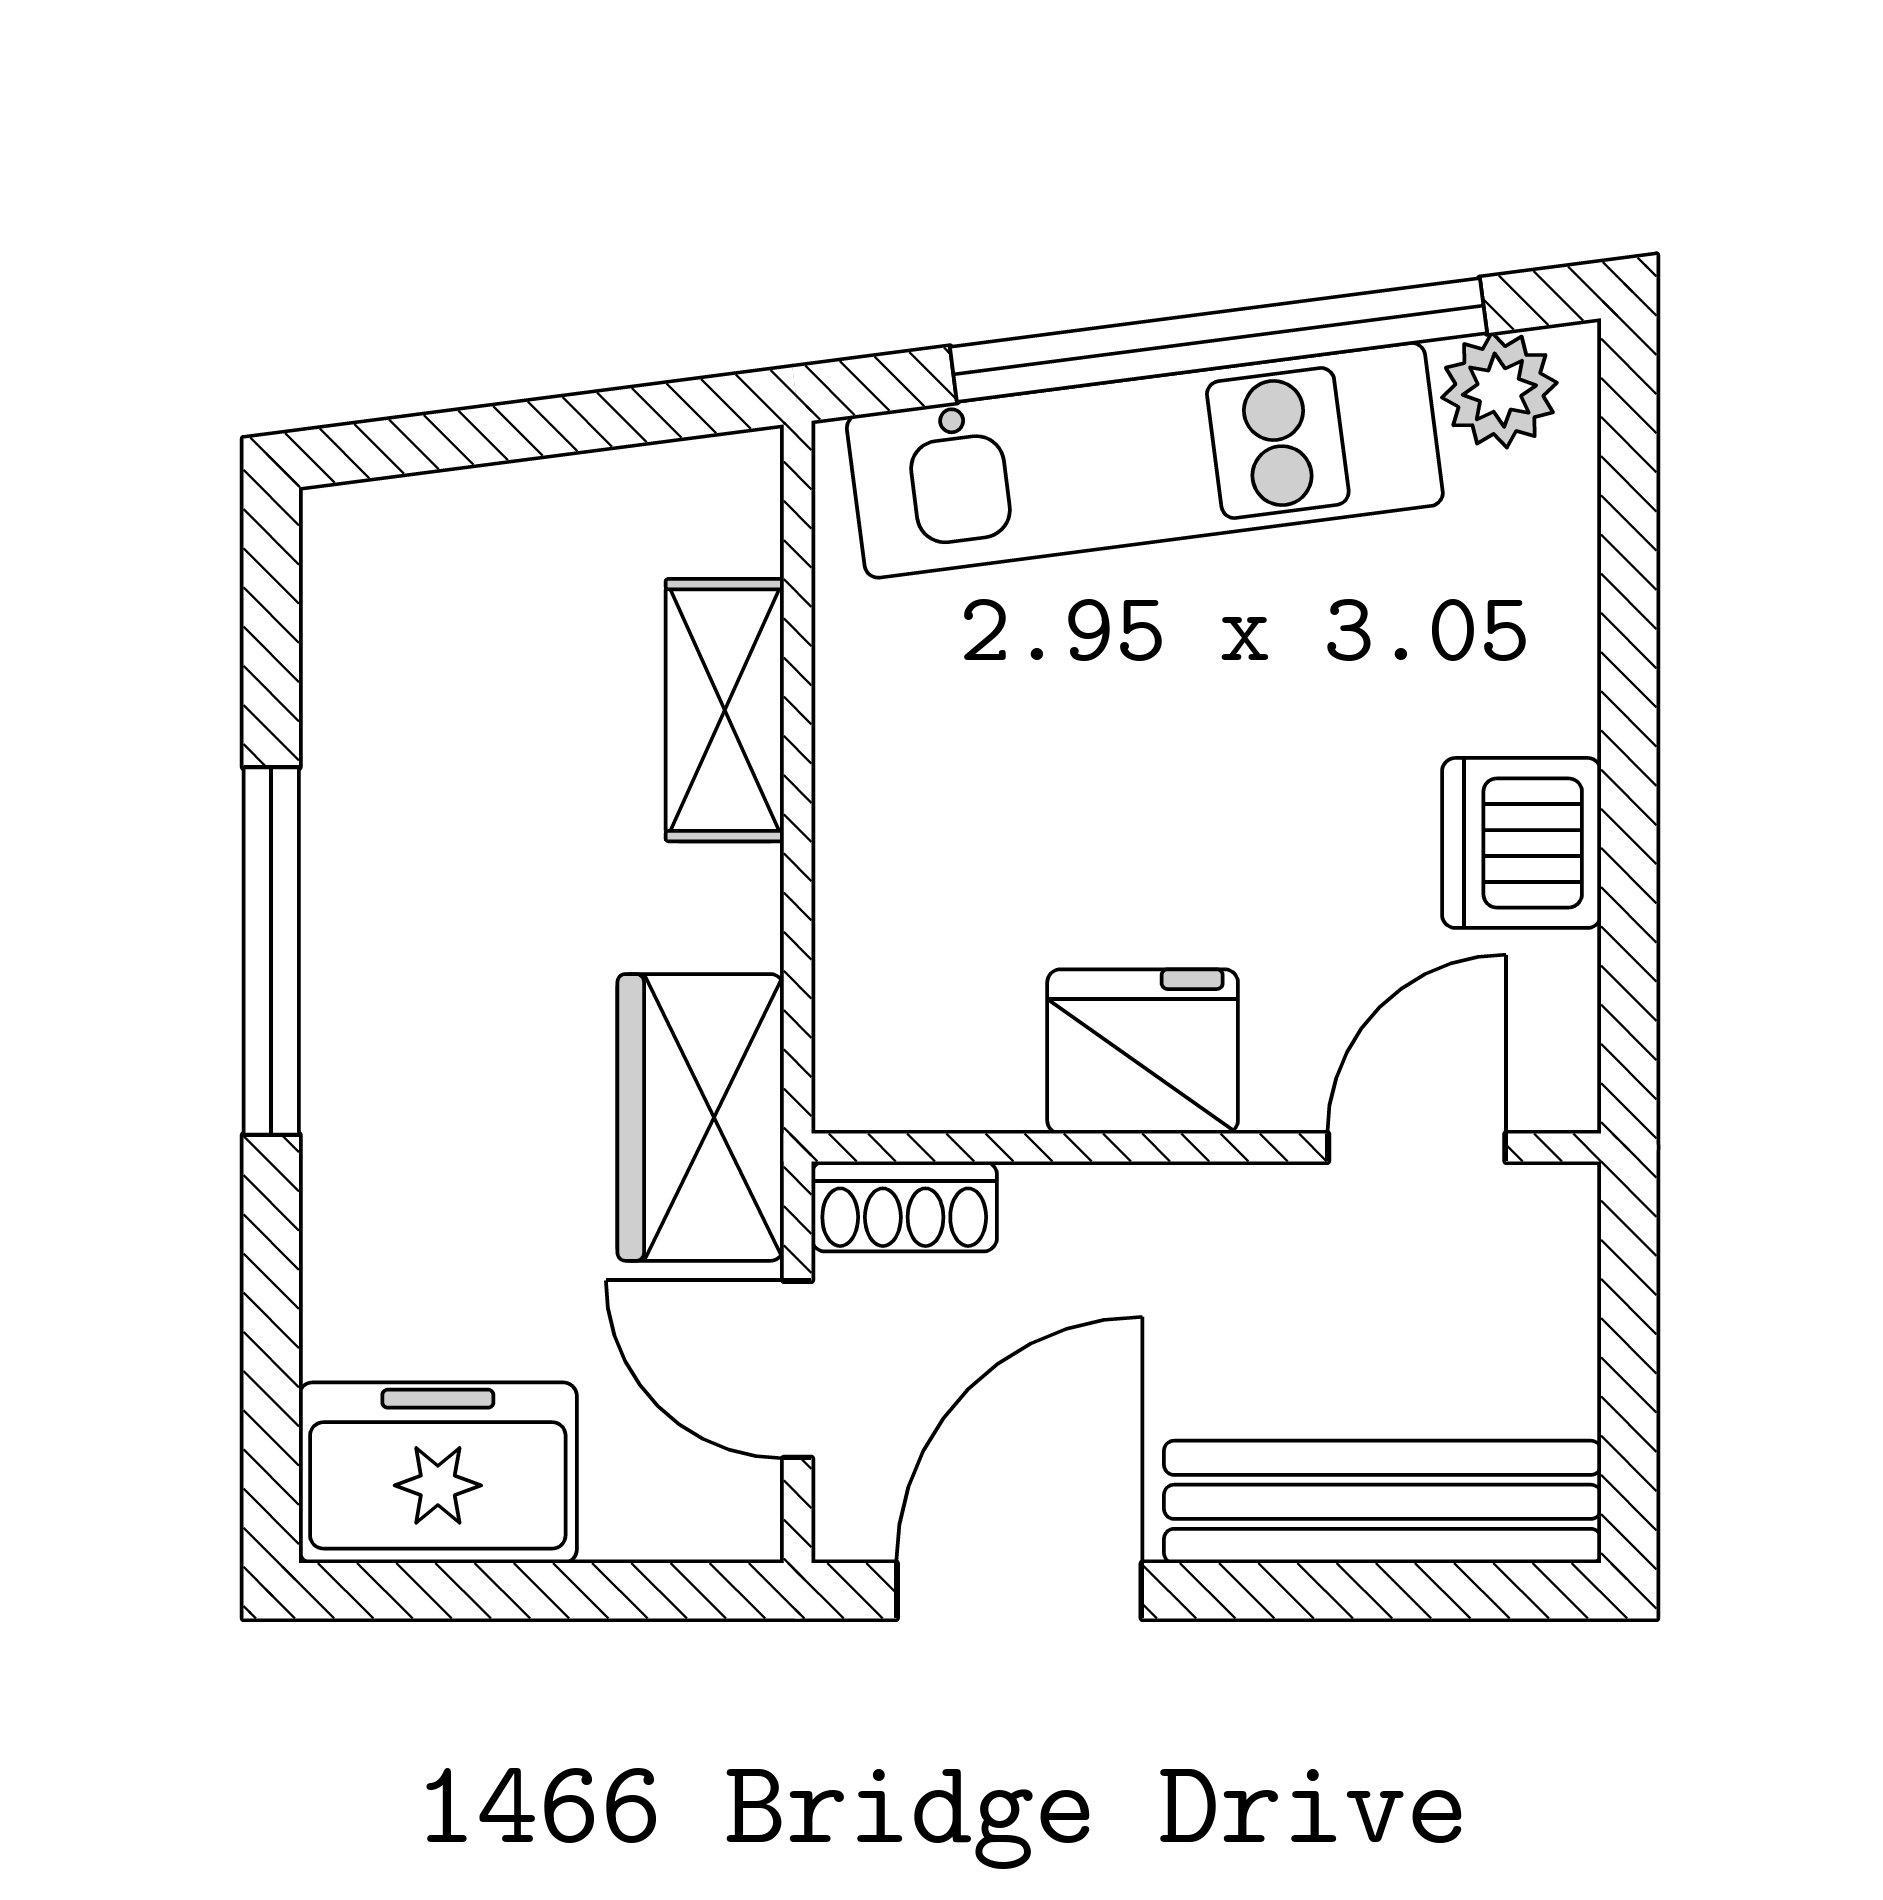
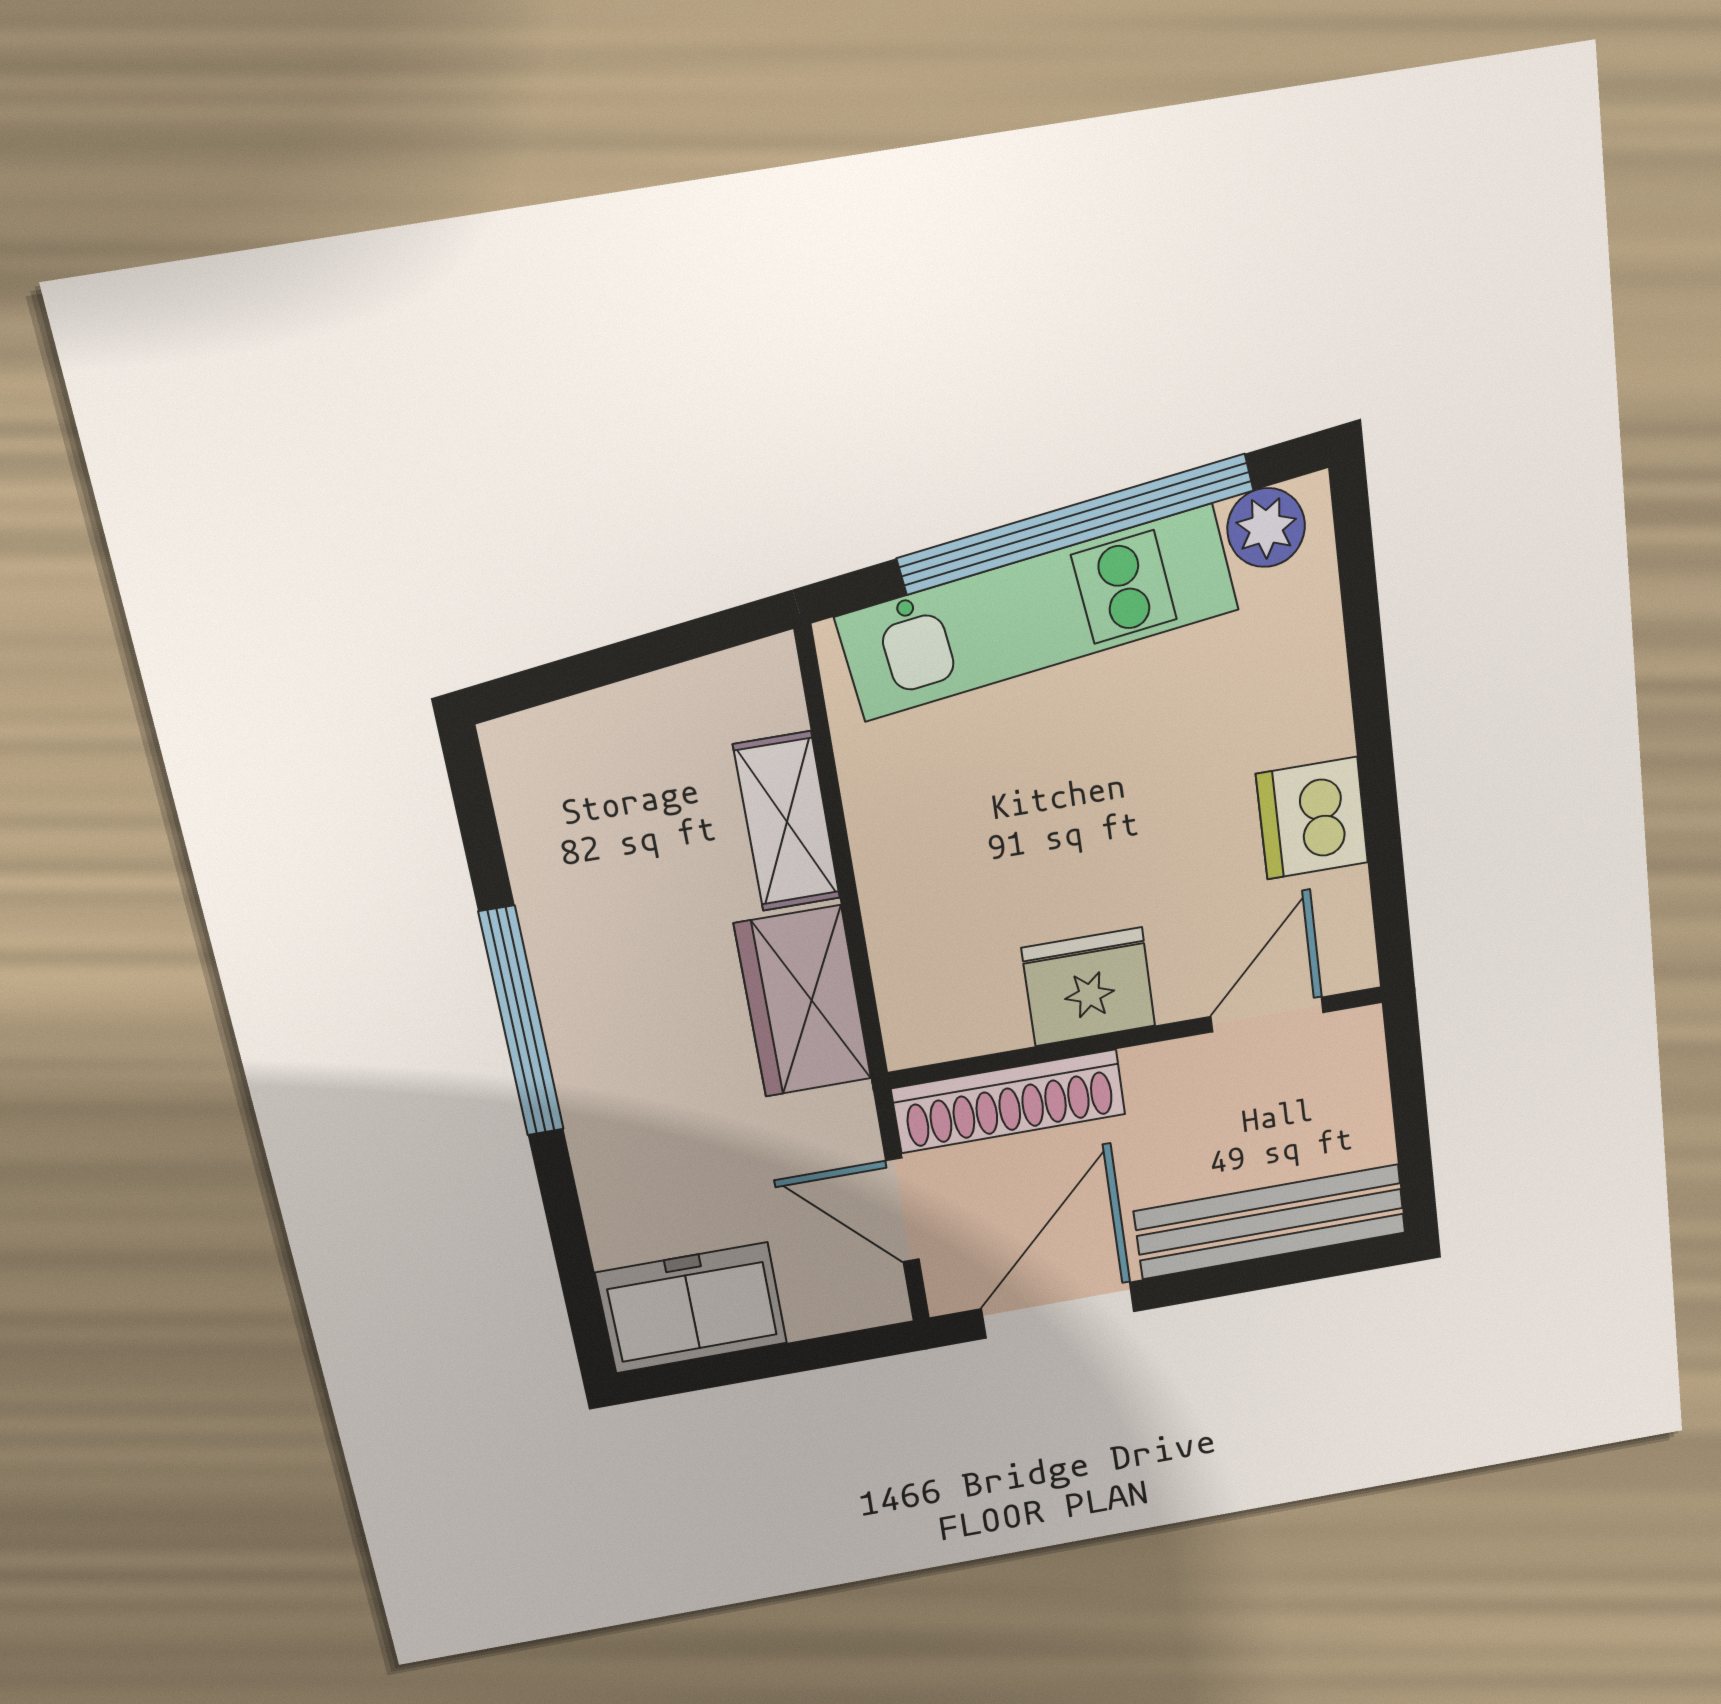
wardrobe: (701, 1117) -> (803, 1002), moved
shoe rack: (904, 1206) -> (1009, 1101), width x1.94, depth x1.24

